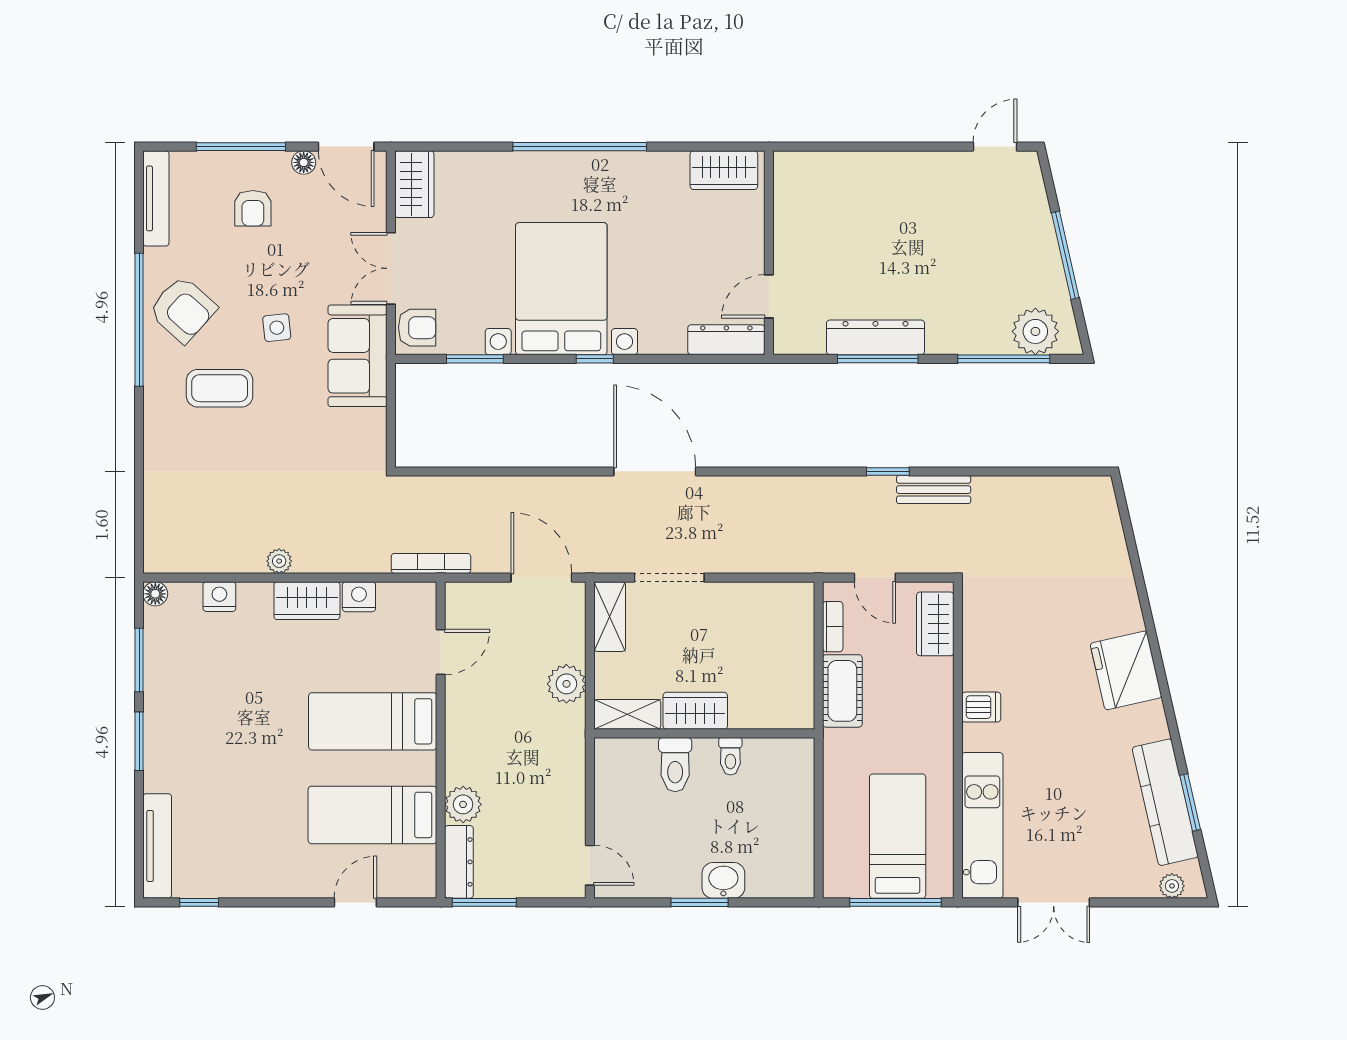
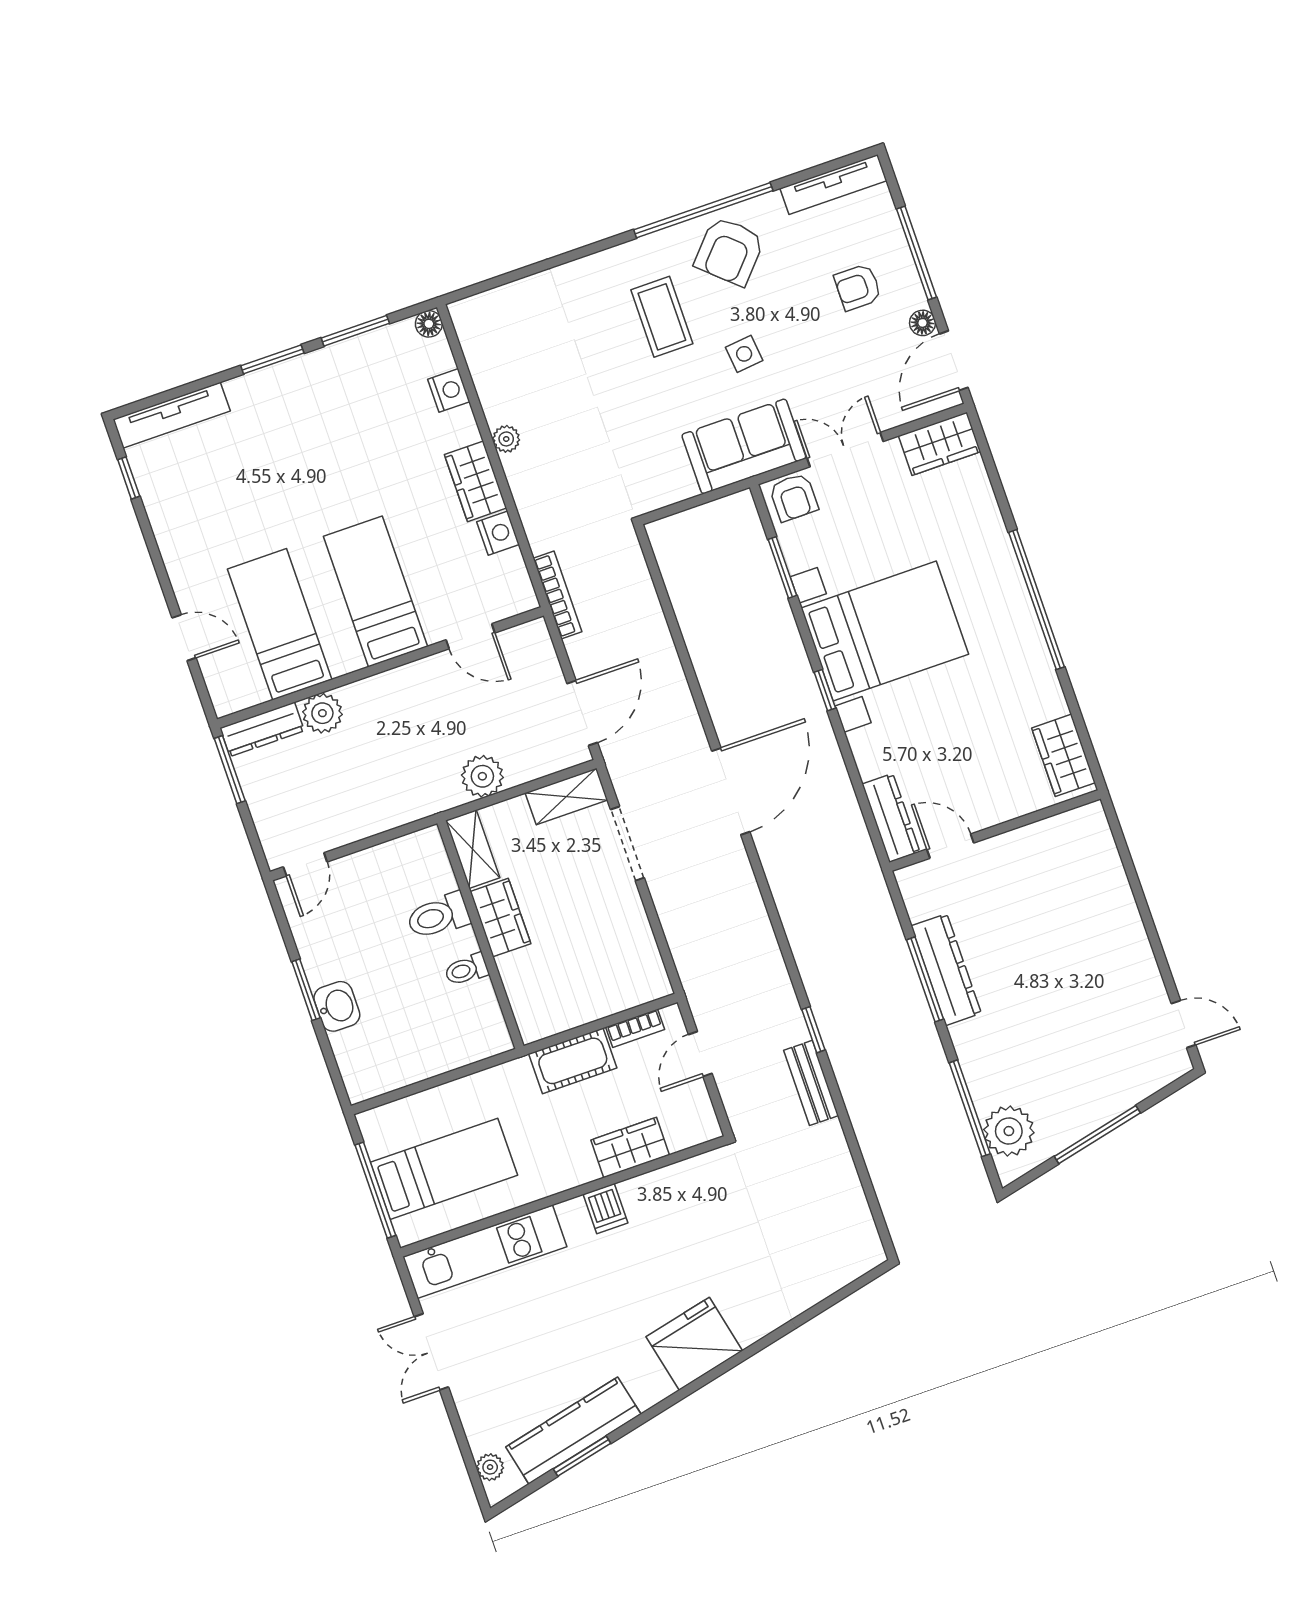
wardrobe: (935, 624) -> (630, 1147), moved

